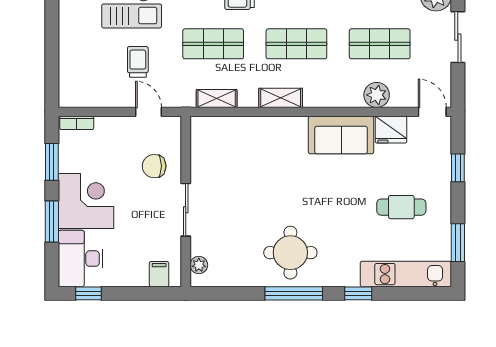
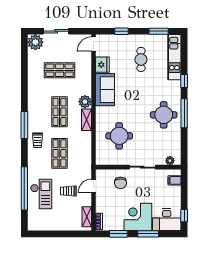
shop shelf: (380, 44) -> (59, 70), turned 90
plant: (377, 95) -> (85, 102), moved
shelving: (217, 98) -> (87, 217), moved
round table: (248, 163) -> (119, 136), added

